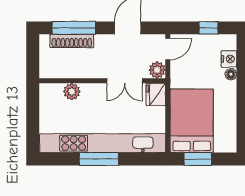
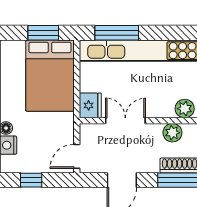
plant: (157, 70) -> (172, 133), moved
window: (99, 159) -> (117, 33), moved

